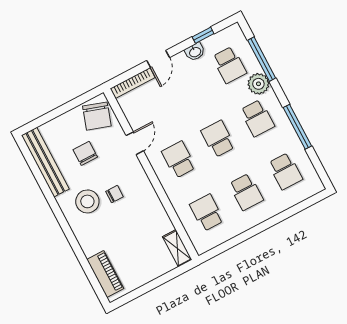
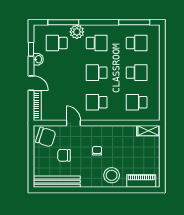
school desk: (229, 65) -> (57, 43), turned 180
window: (297, 127) -> (134, 22), moved
stool: (87, 201) -> (112, 175), moved

